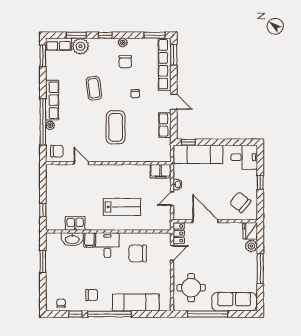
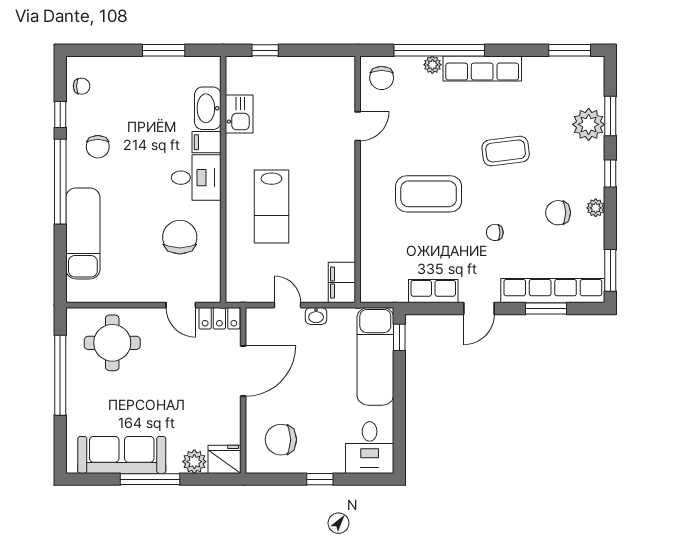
row of seats: (59, 44) -> (593, 81), removed
window: (174, 55) -> (546, 308), moved
chair: (240, 202) -> (281, 440), turned -129
sofa: (234, 302) -> (122, 455), moved, turned -90

